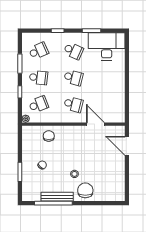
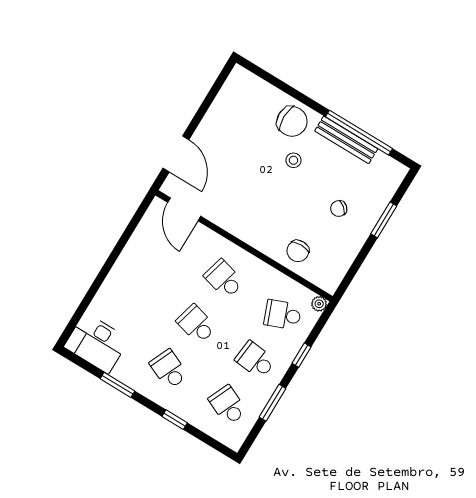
desk: (107, 46) -> (97, 343), width x0.73, depth x0.77
school desk: (39, 51) -> (228, 405), turned 48
door: (95, 124) -> (184, 209), moved
chair: (85, 190) -> (292, 121), turned -90

